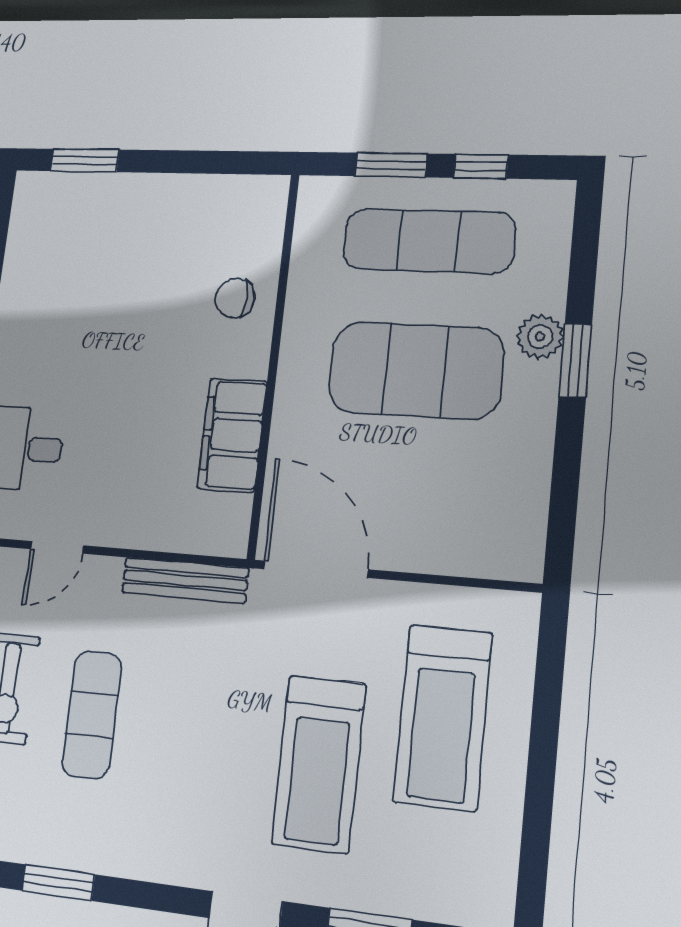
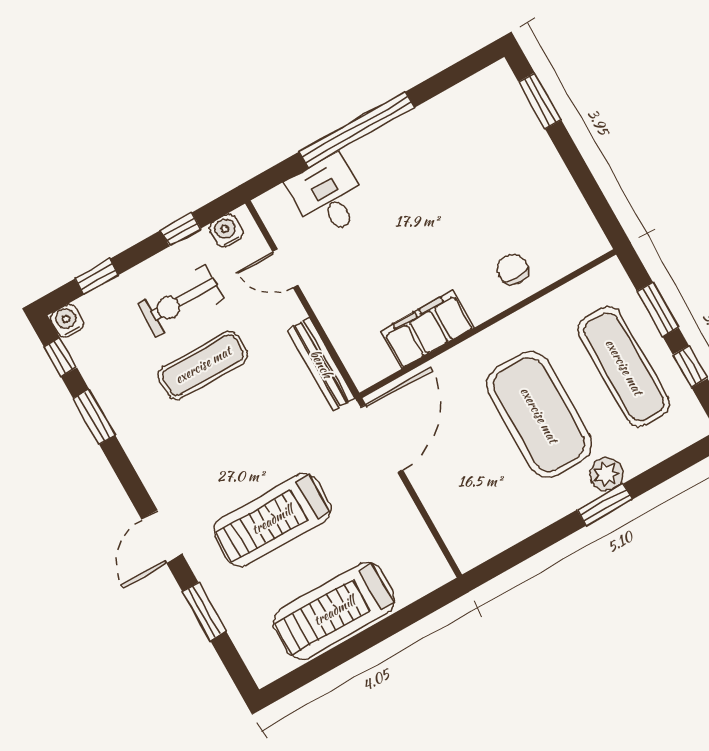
treadmill: (443, 717) -> (334, 611), moved

